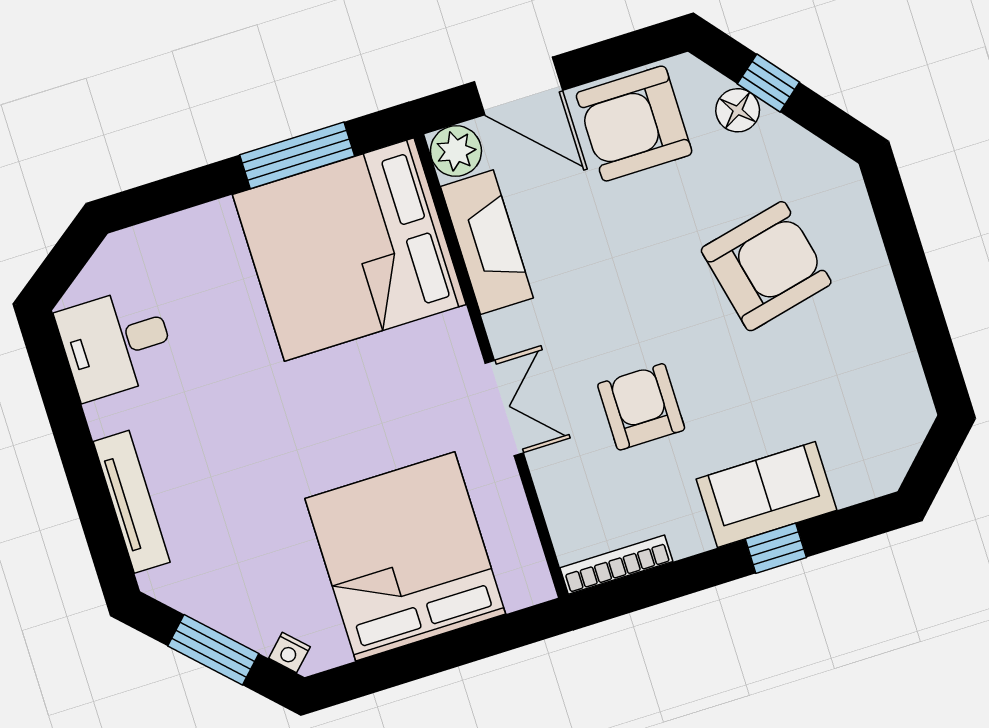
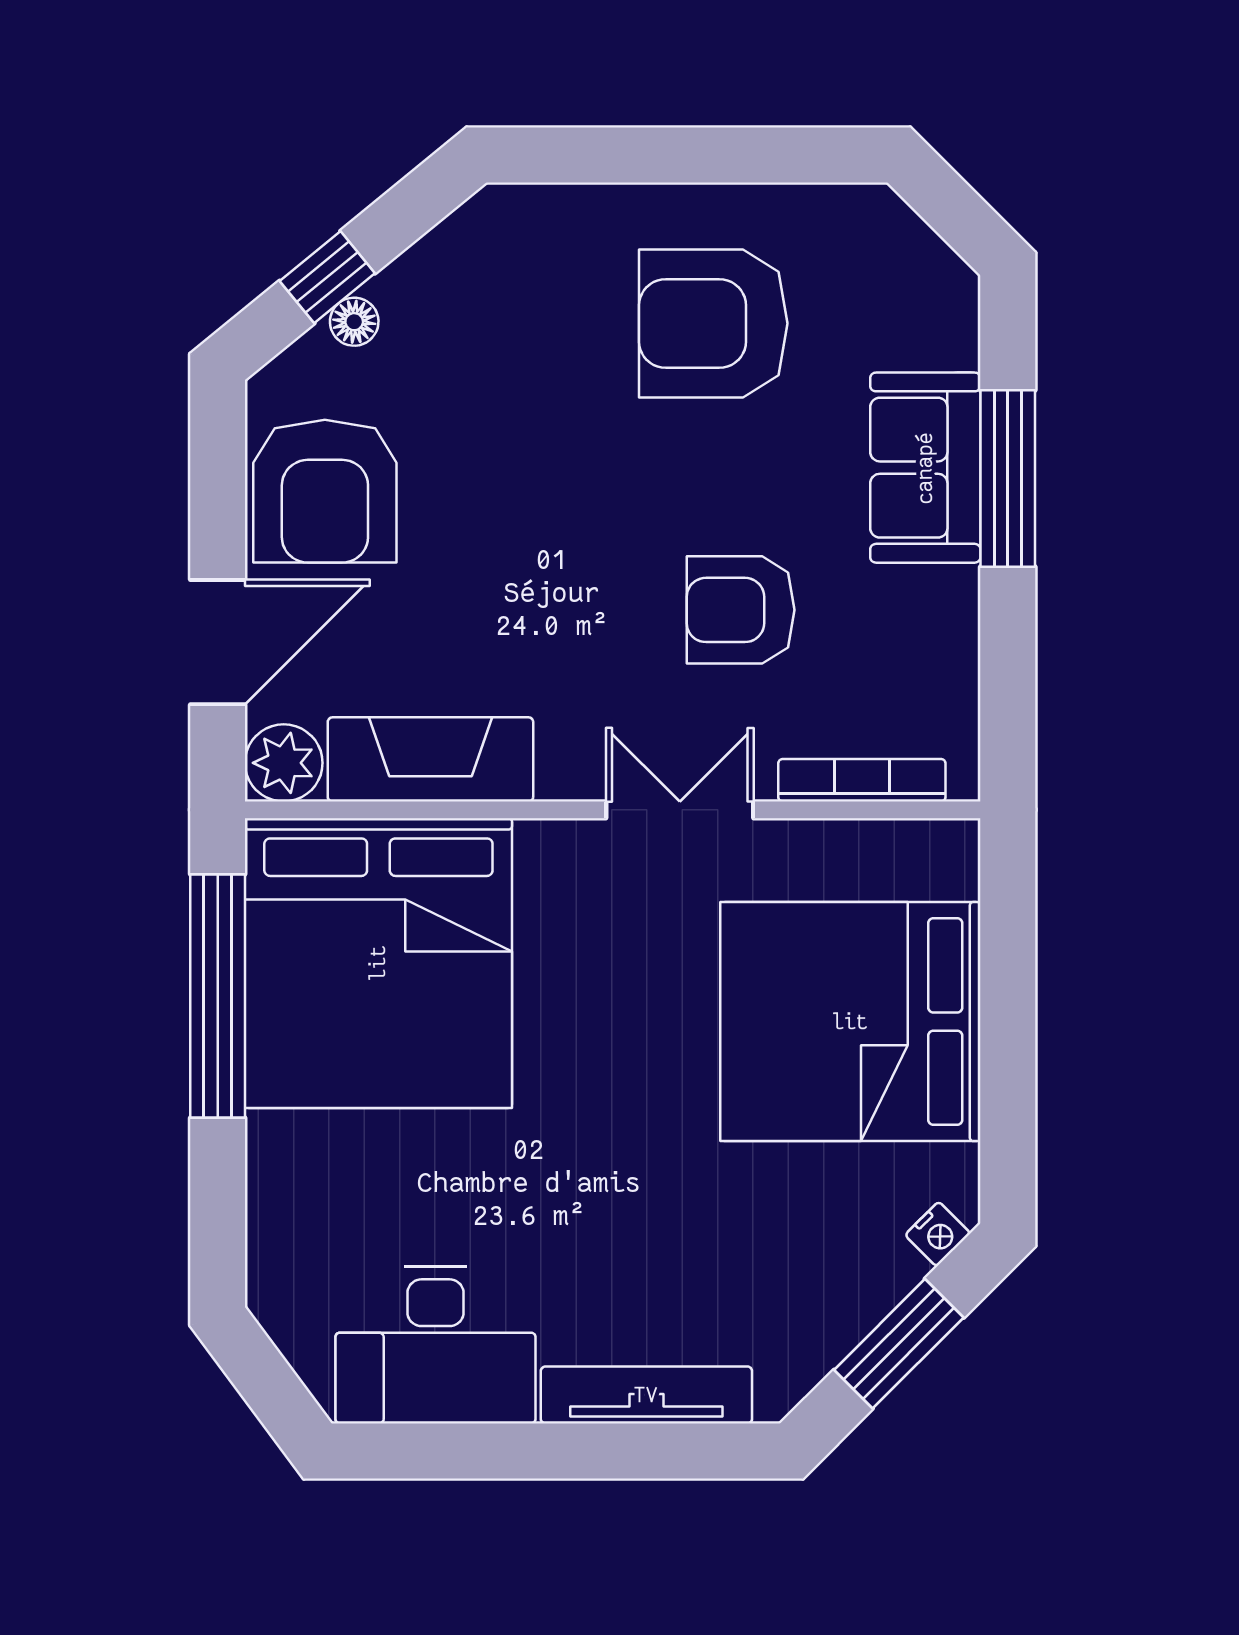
floor lamp: (738, 110) -> (354, 322), width x0.73, depth x0.73
window: (297, 155) -> (218, 996), width x1.46
armchair: (766, 266) -> (713, 323), moved, turned -77
desk: (116, 343) -> (435, 1345), width x1.37
window: (776, 548) -> (1008, 478), width x2.17
bookcase: (616, 565) -> (862, 780), moved, turned 90

